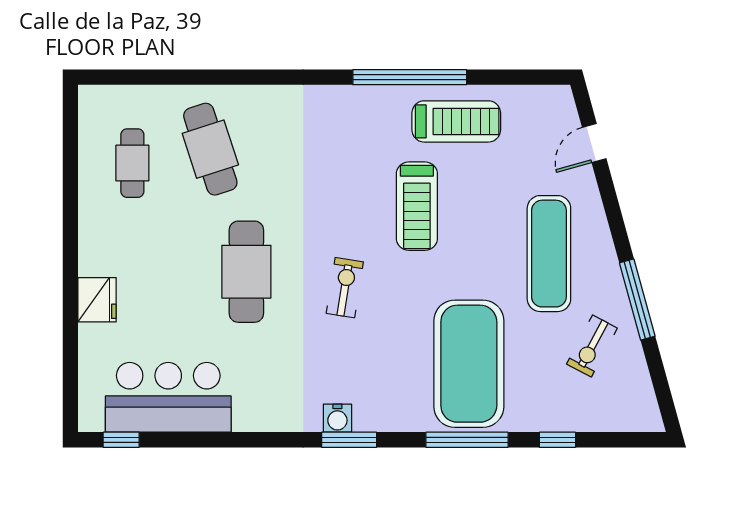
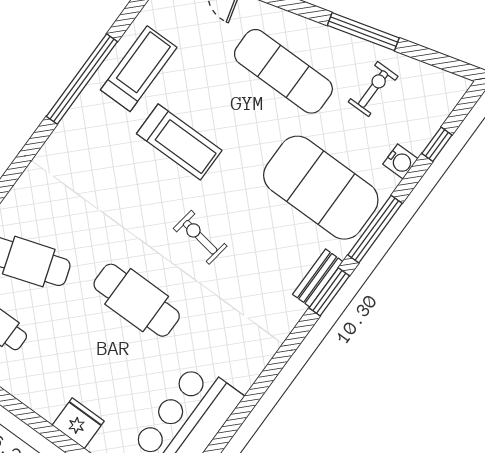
exercise bike: (592, 346) -> (373, 89), turned -118
water cooler: (337, 418) -> (400, 161), moved
bench: (385, 420) -> (318, 278), added
window: (349, 440) -> (329, 292), moved
window: (557, 440) -> (437, 144), moved

